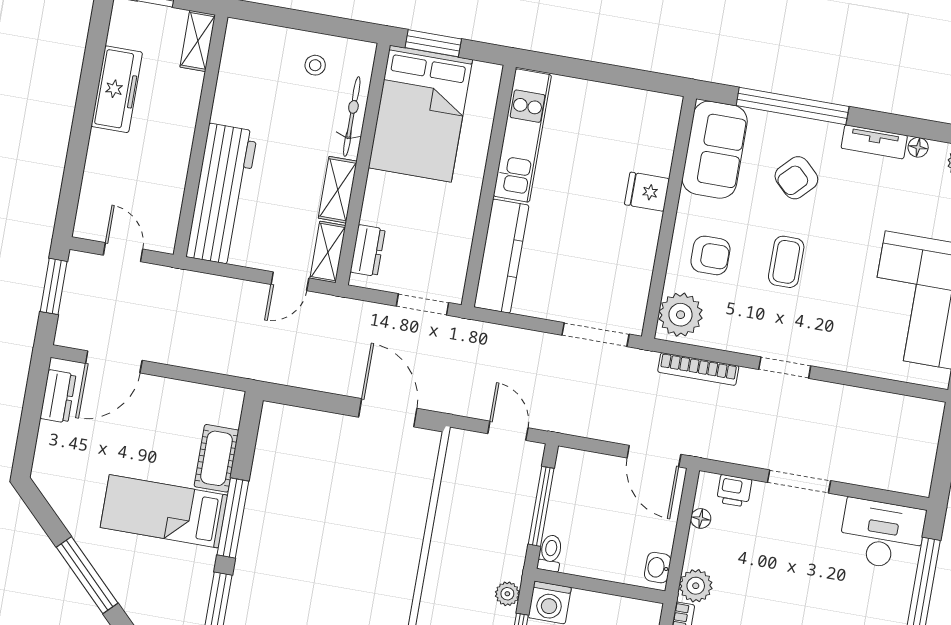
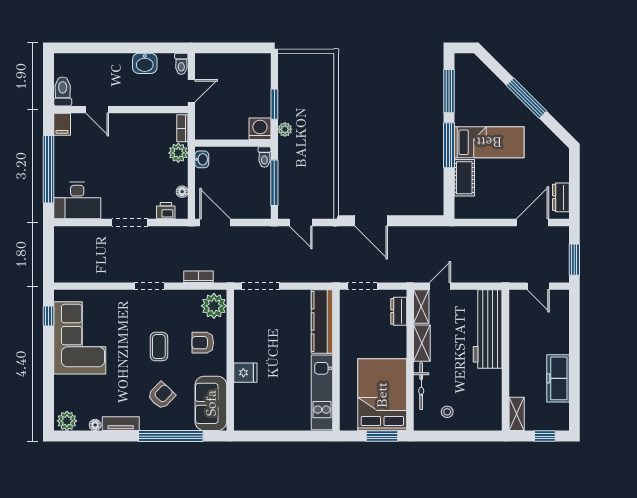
bookcase: (698, 369) -> (198, 277), width x0.64

